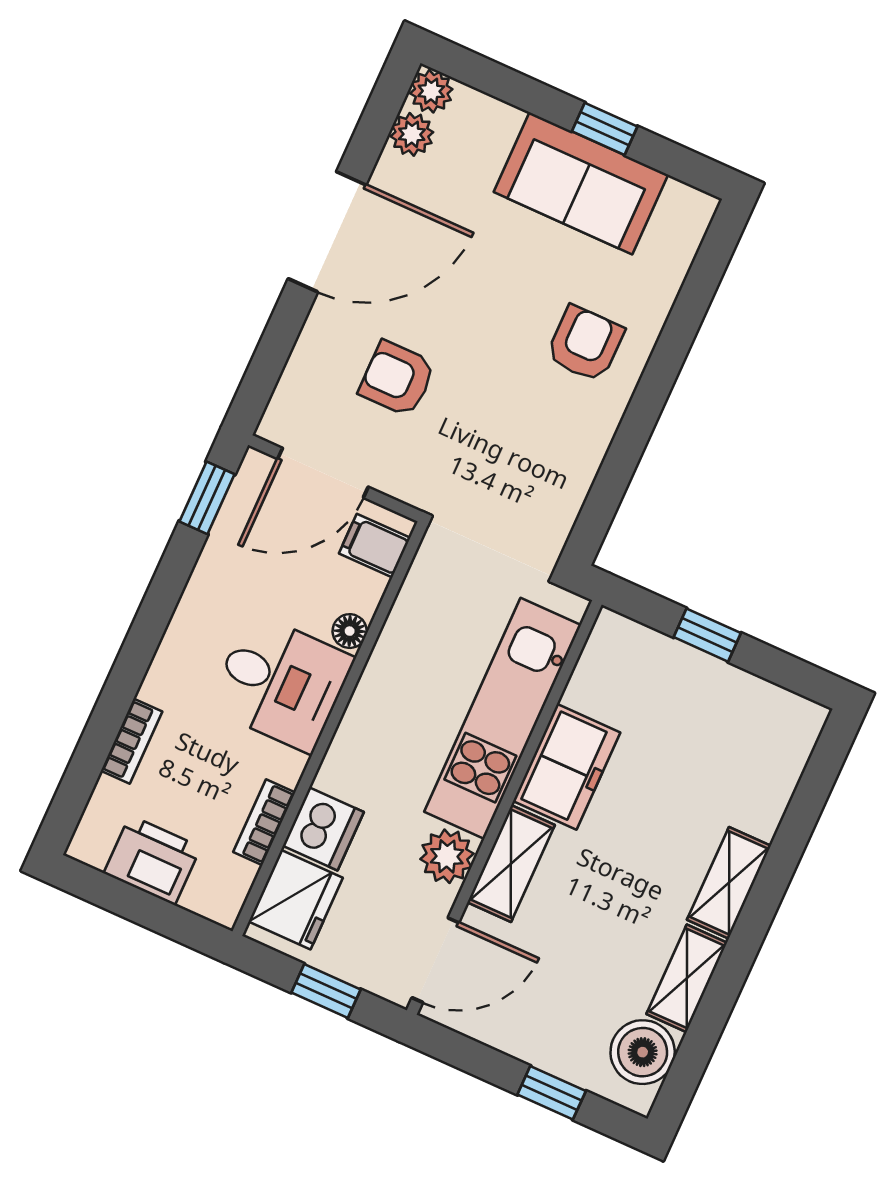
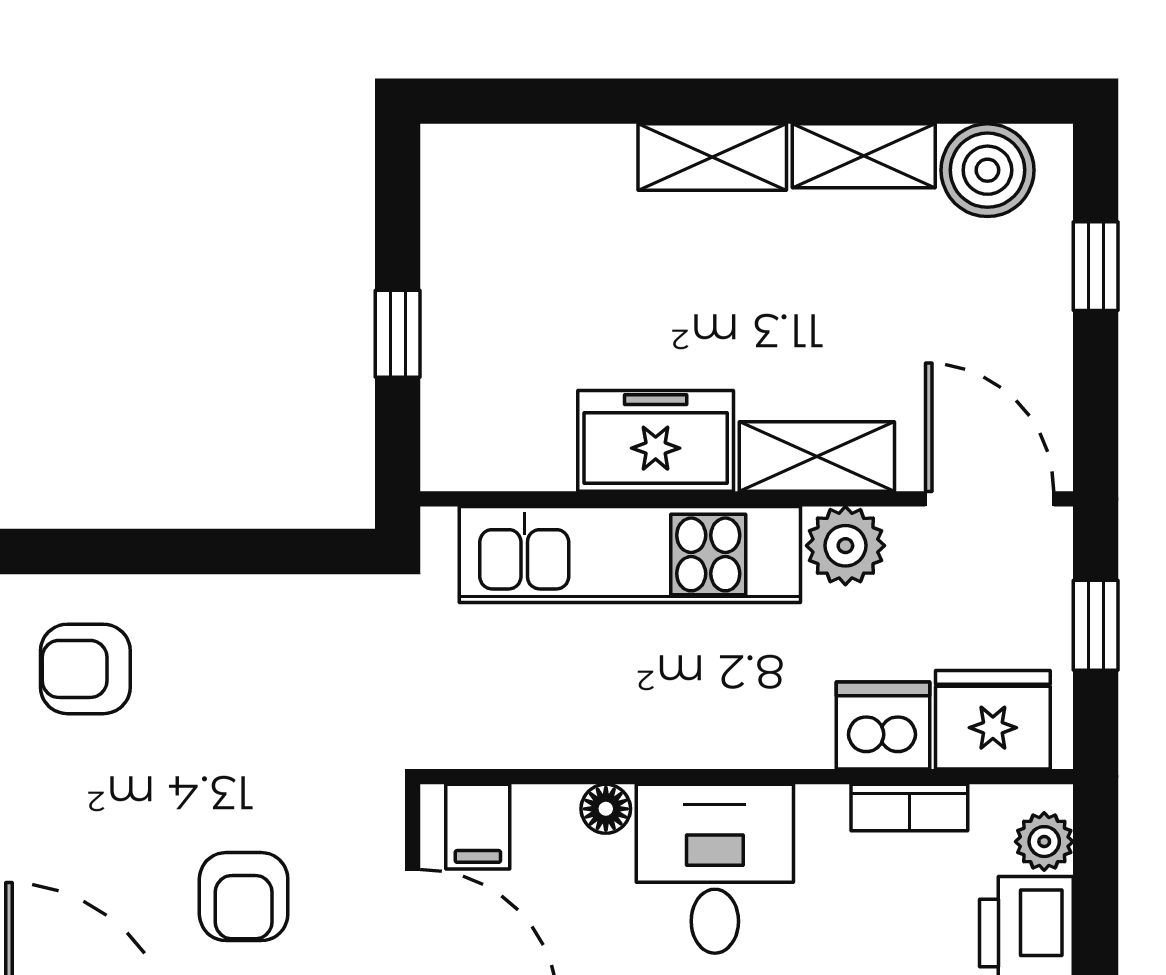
plant: (205, 897) -> (1044, 842), added

